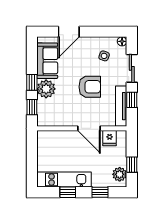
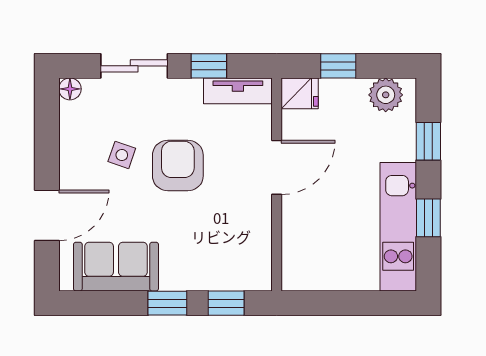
door: (69, 32) -> (47, 215), hinge flipped
side table: (104, 56) -> (122, 155), moved
plant: (46, 89) -> (183, 269), removed
tv unit: (121, 106) -> (238, 91), width x0.71
fridge: (110, 138) -> (300, 93), moved
window: (132, 165) -> (338, 66), moved

